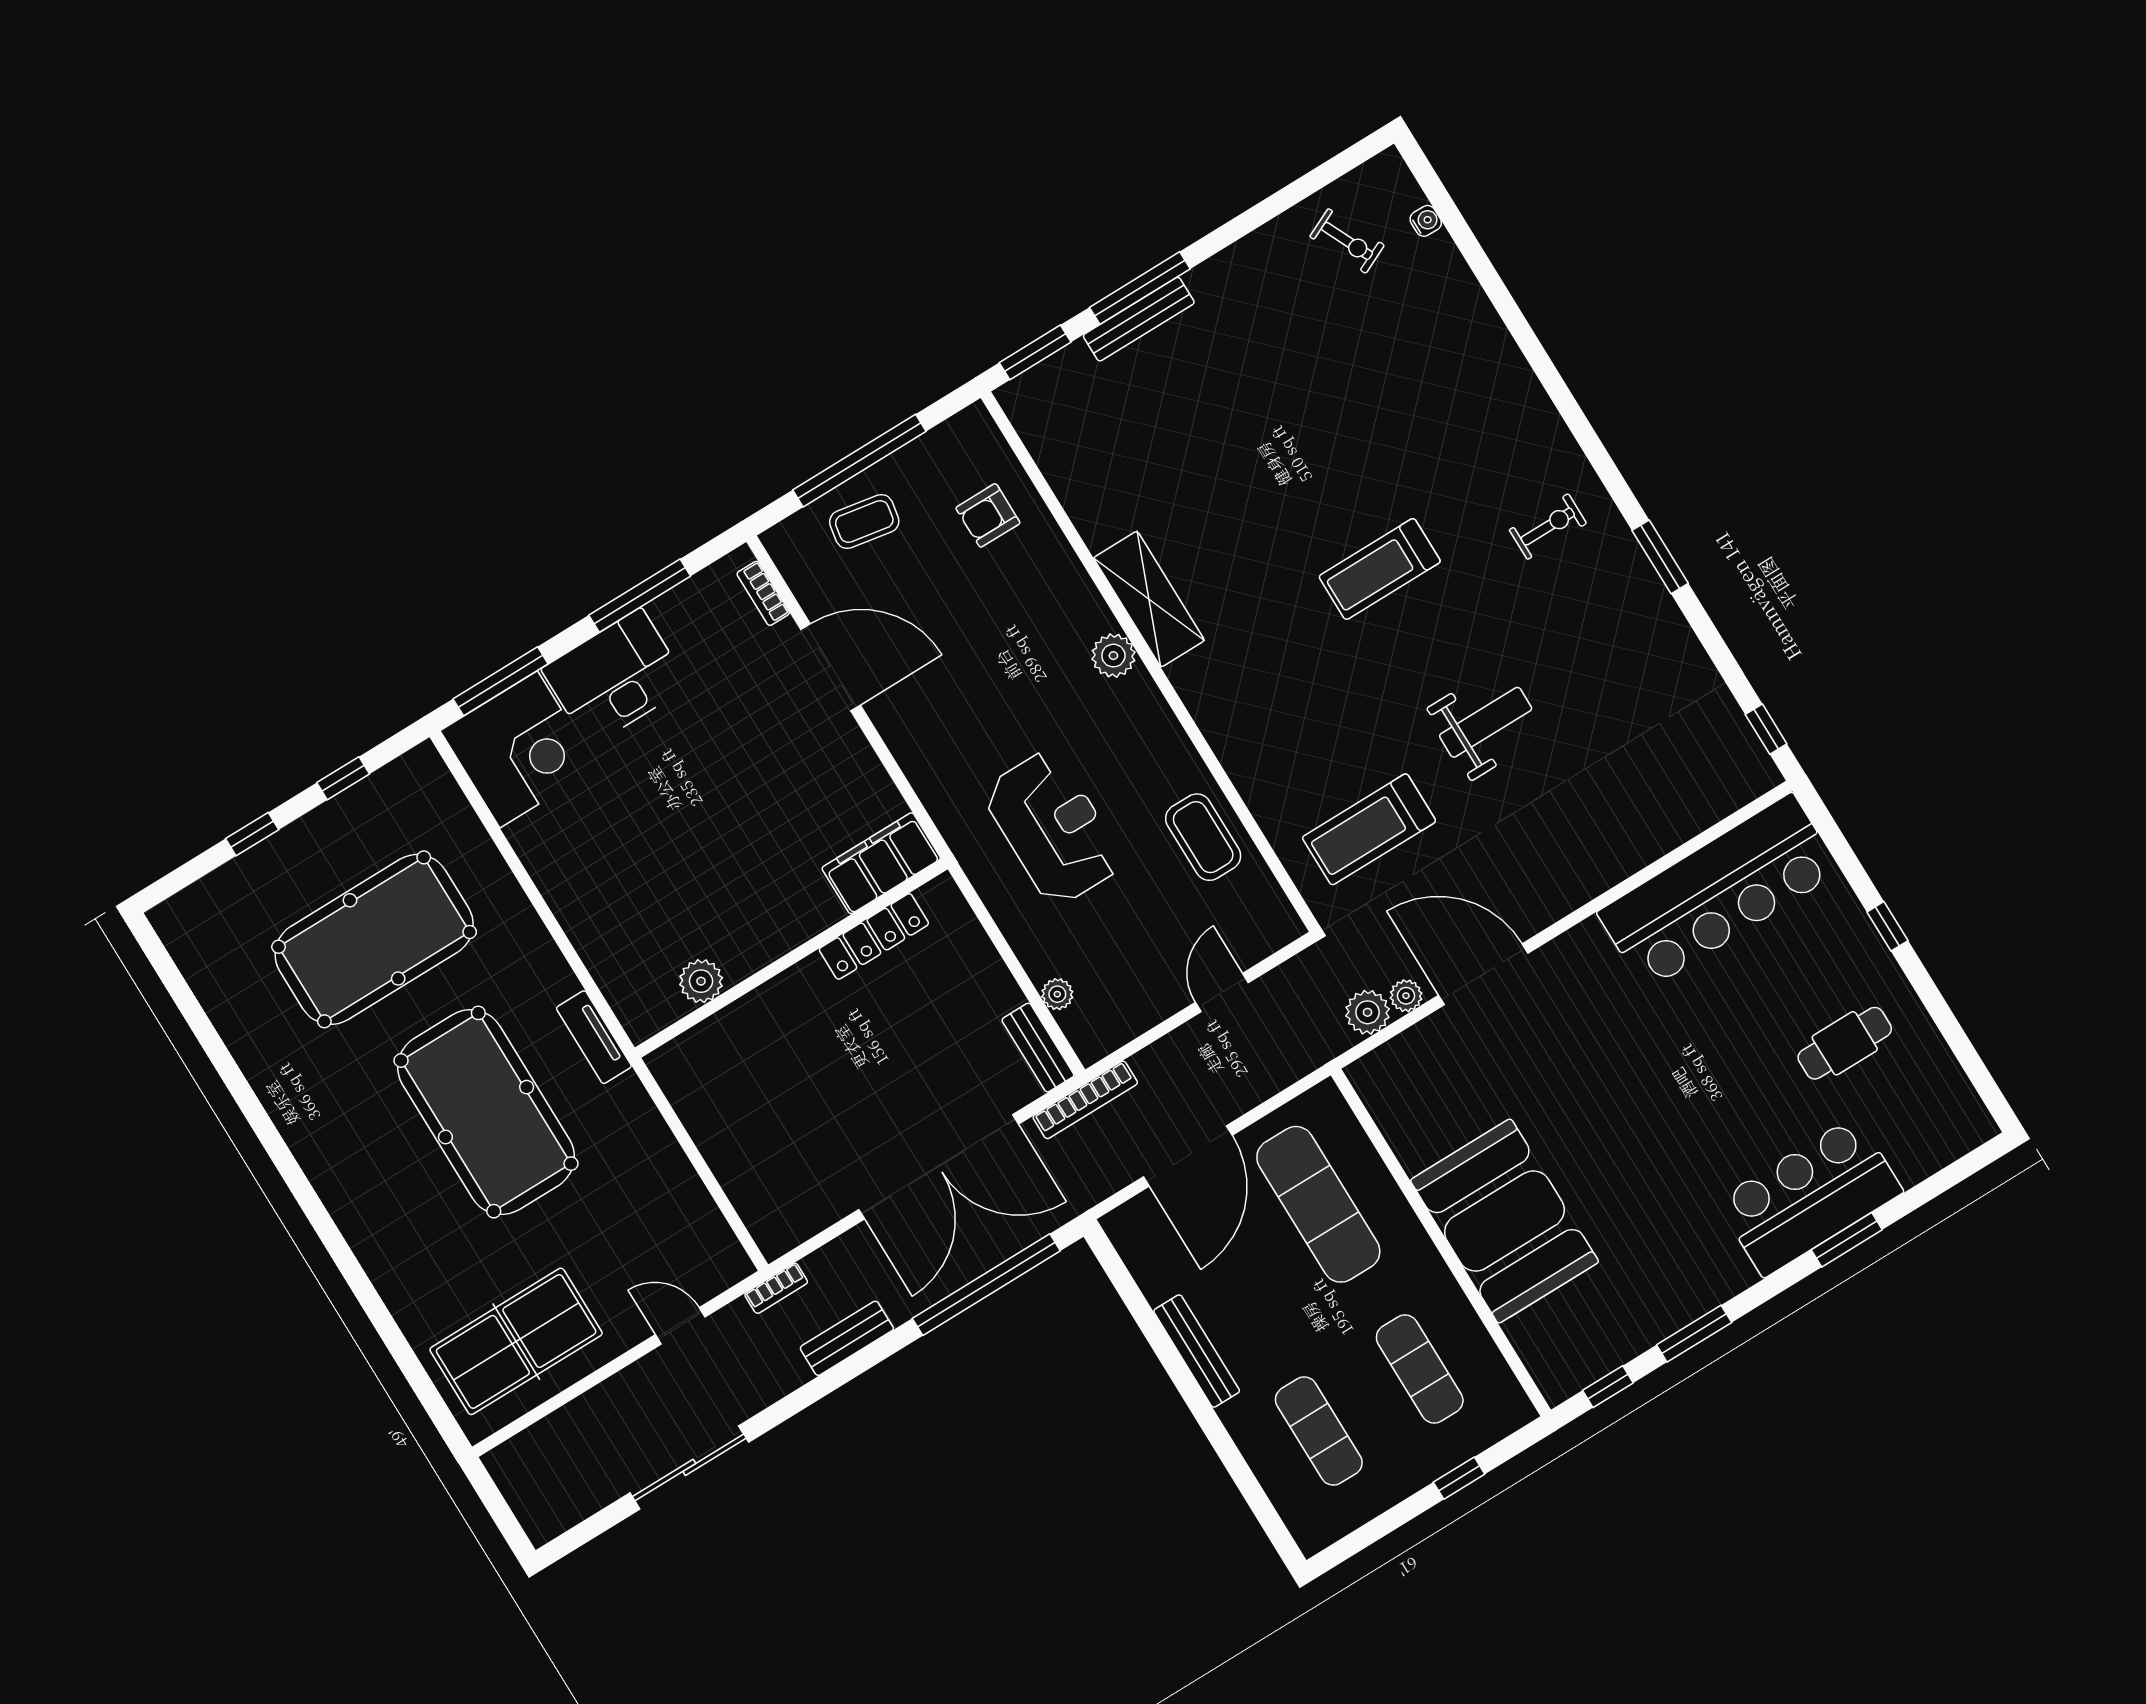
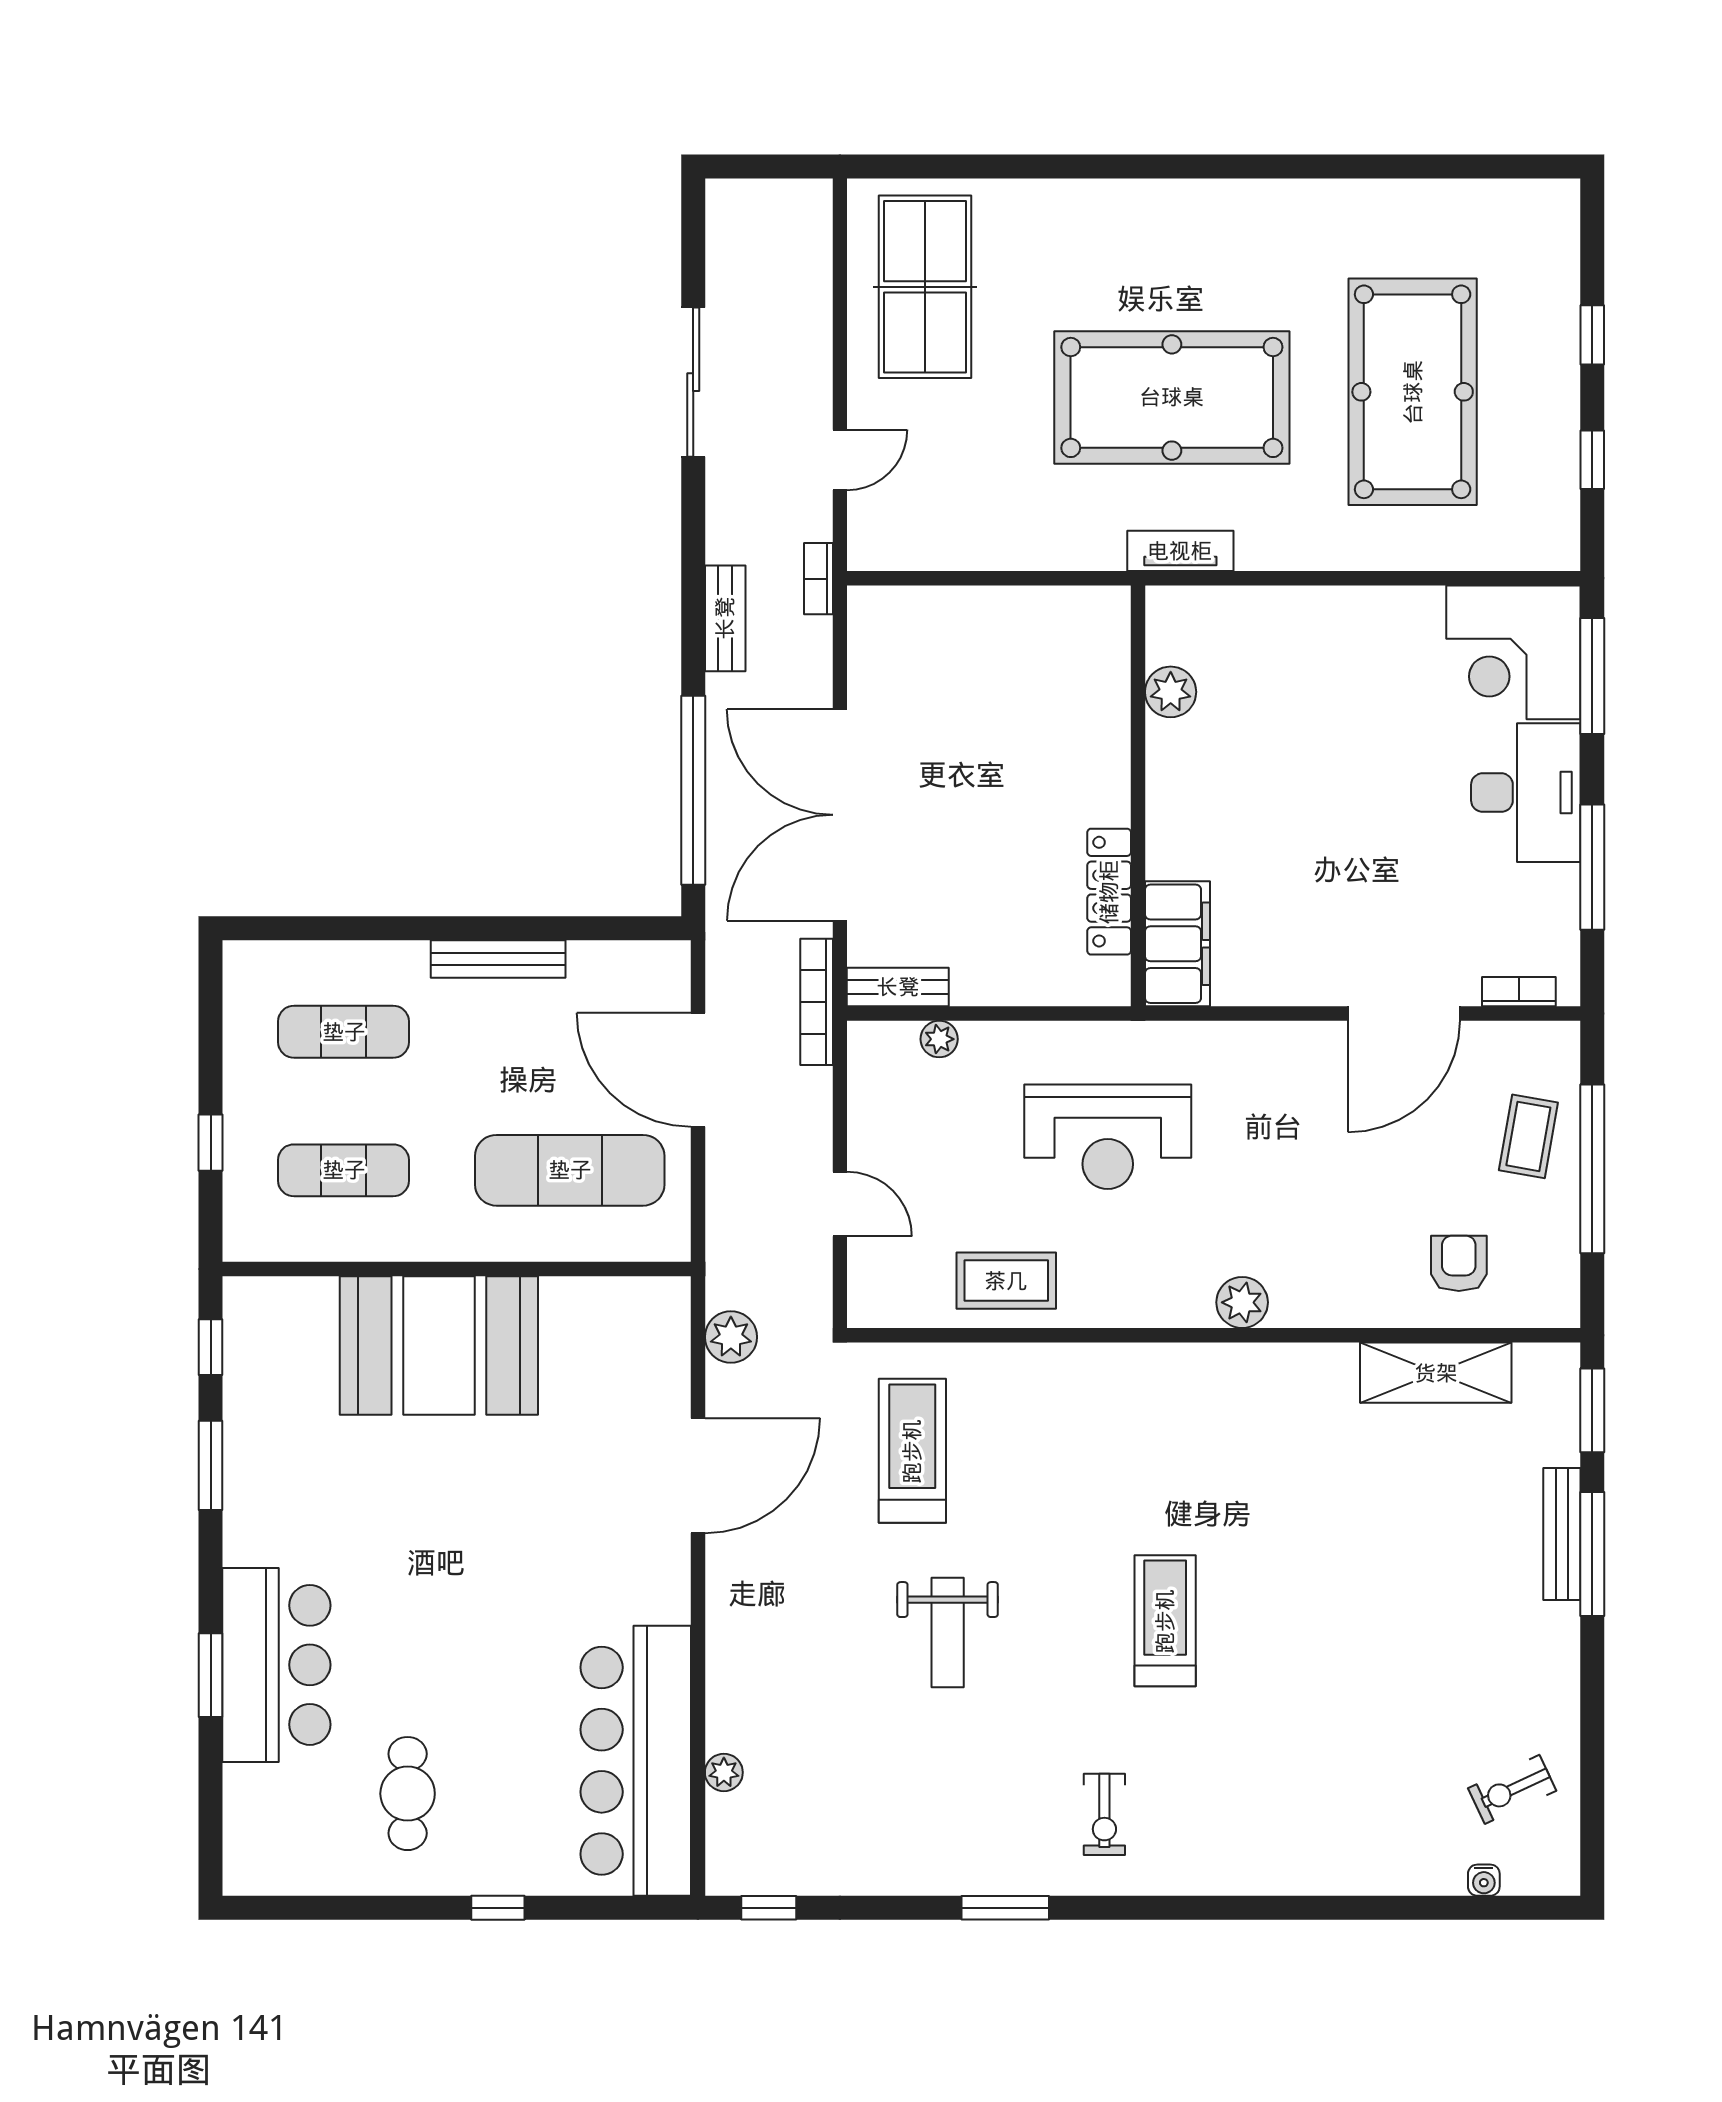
shelving: (1149, 599) -> (1436, 1373), moved
plant: (1406, 996) -> (724, 1772), moved

